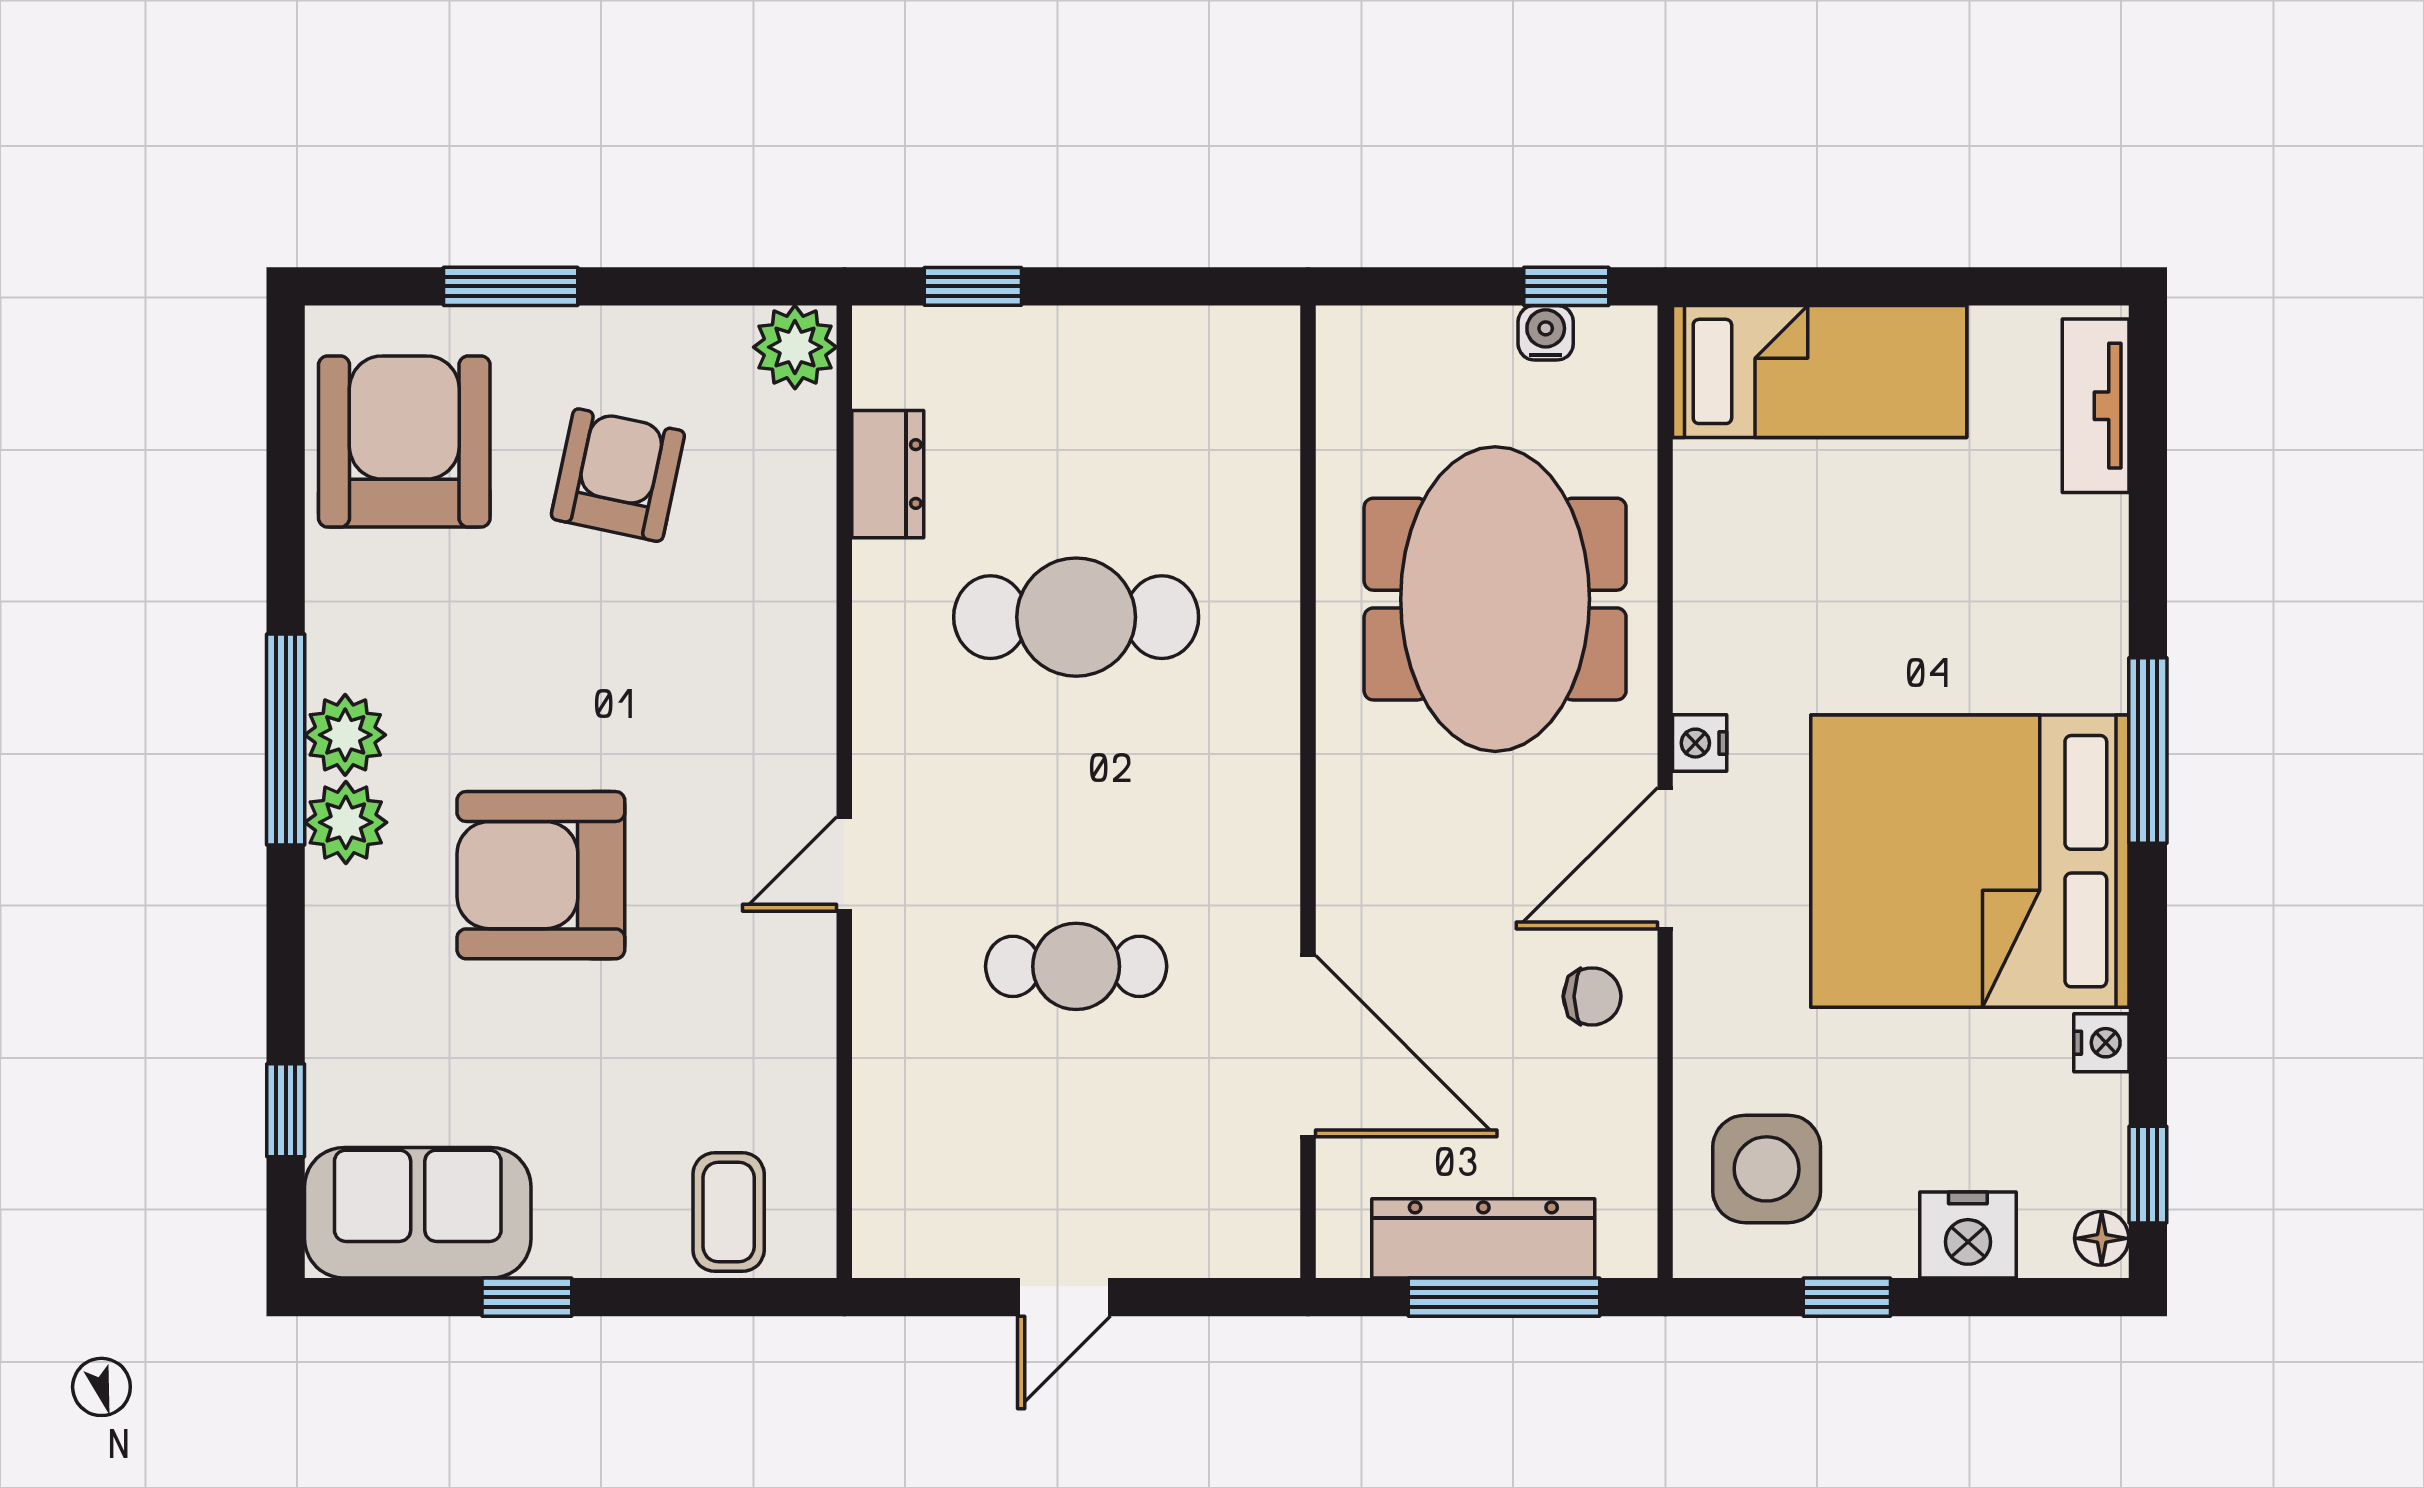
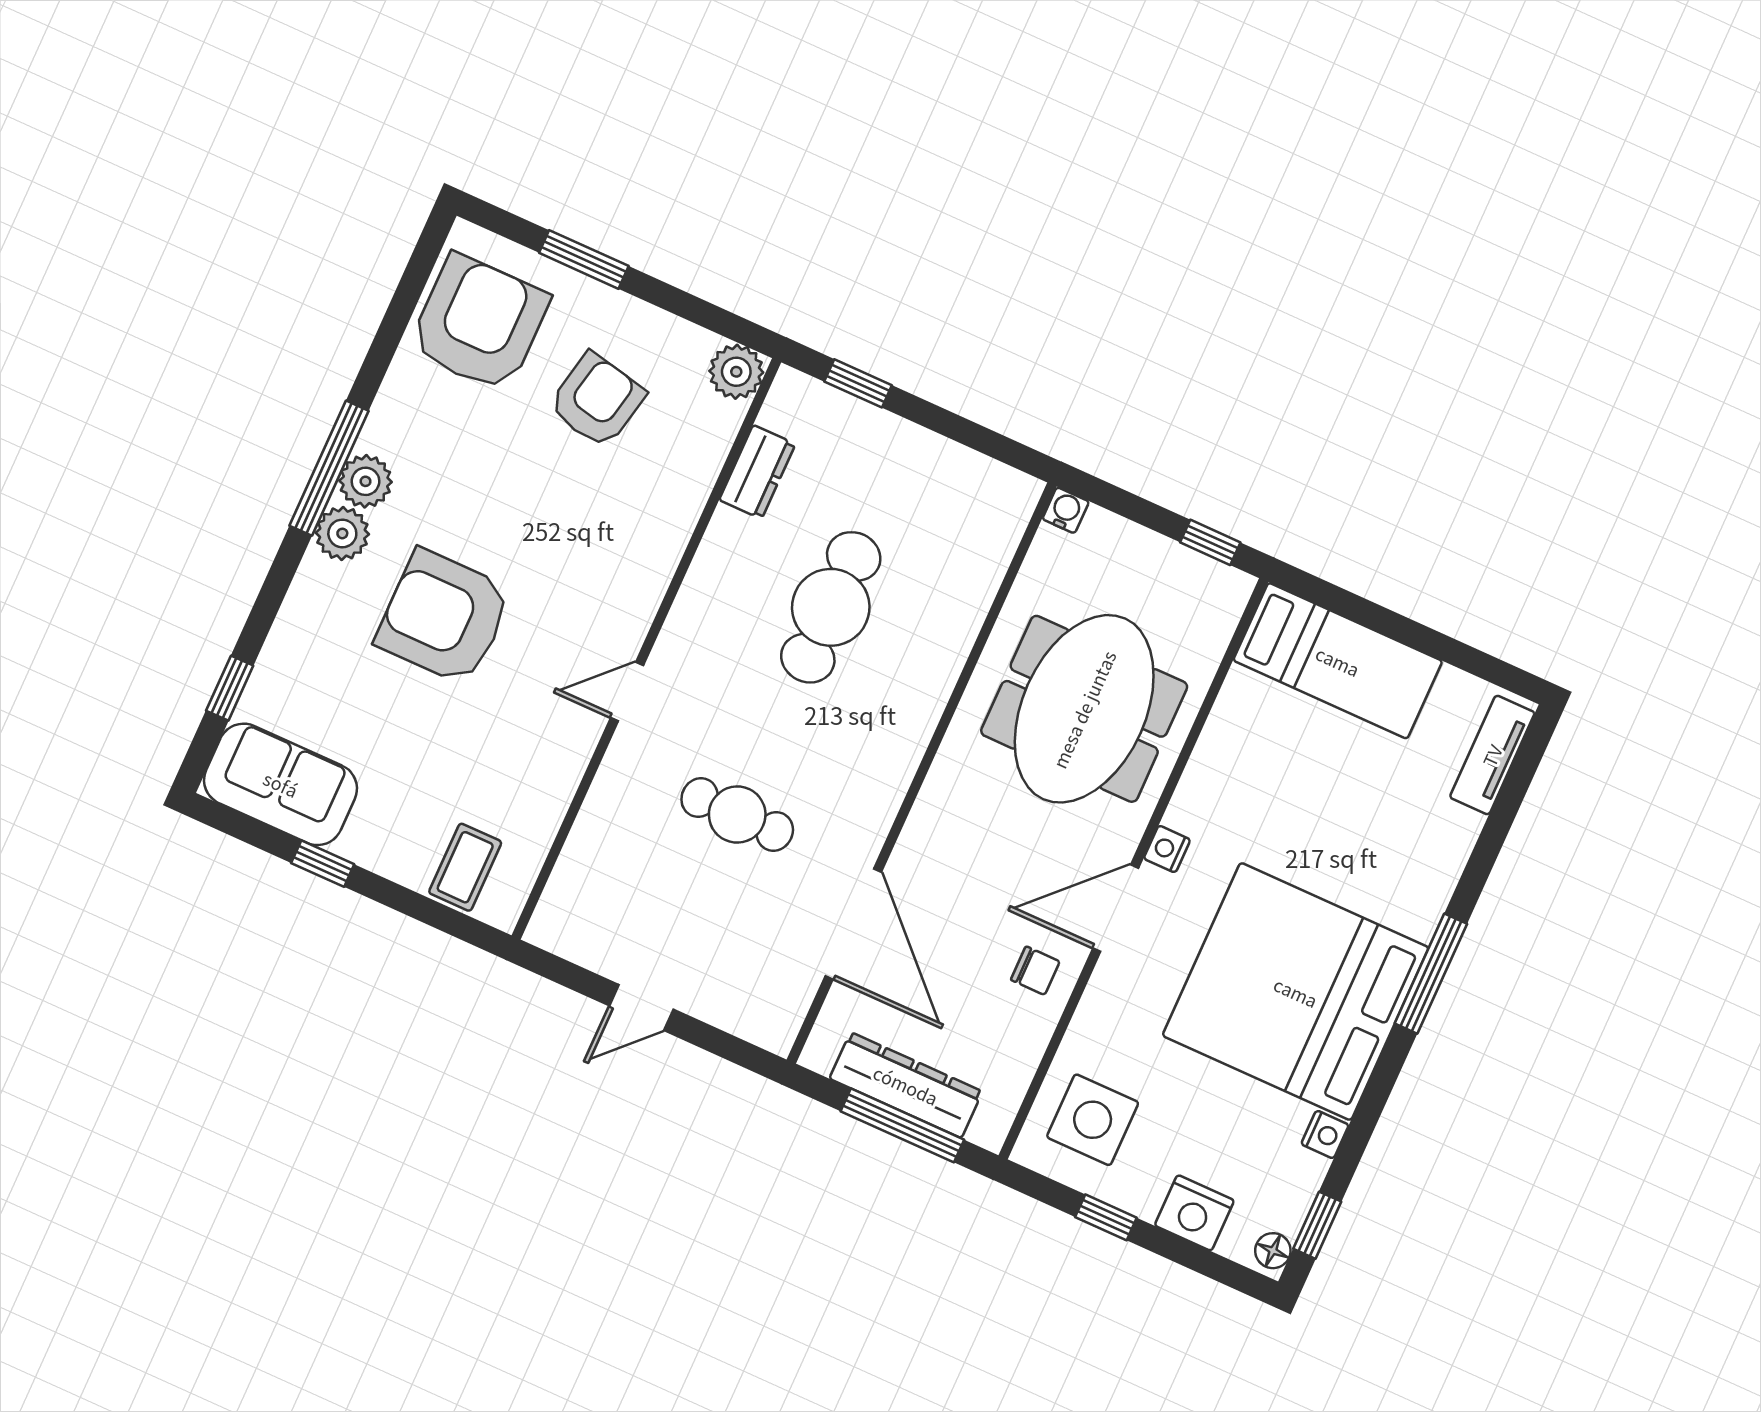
water cooler: (1546, 333) -> (1066, 510), moved
cafe table: (1076, 617) -> (831, 607), turned 90

